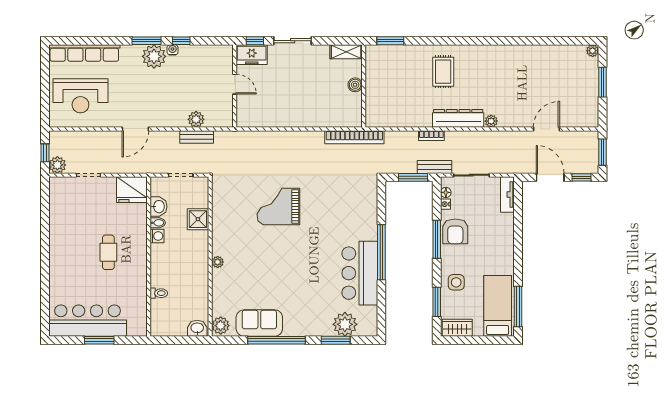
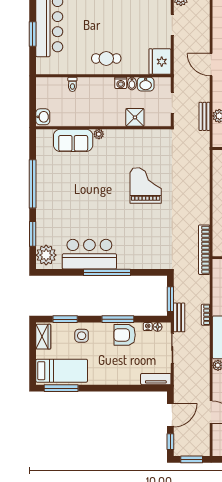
cafe table: (108, 252) -> (106, 58), moved
sofa: (259, 323) -> (73, 140), moved, turned 90
plant: (345, 324) -> (46, 255), moved
plant: (221, 326) -> (45, 137), removed

